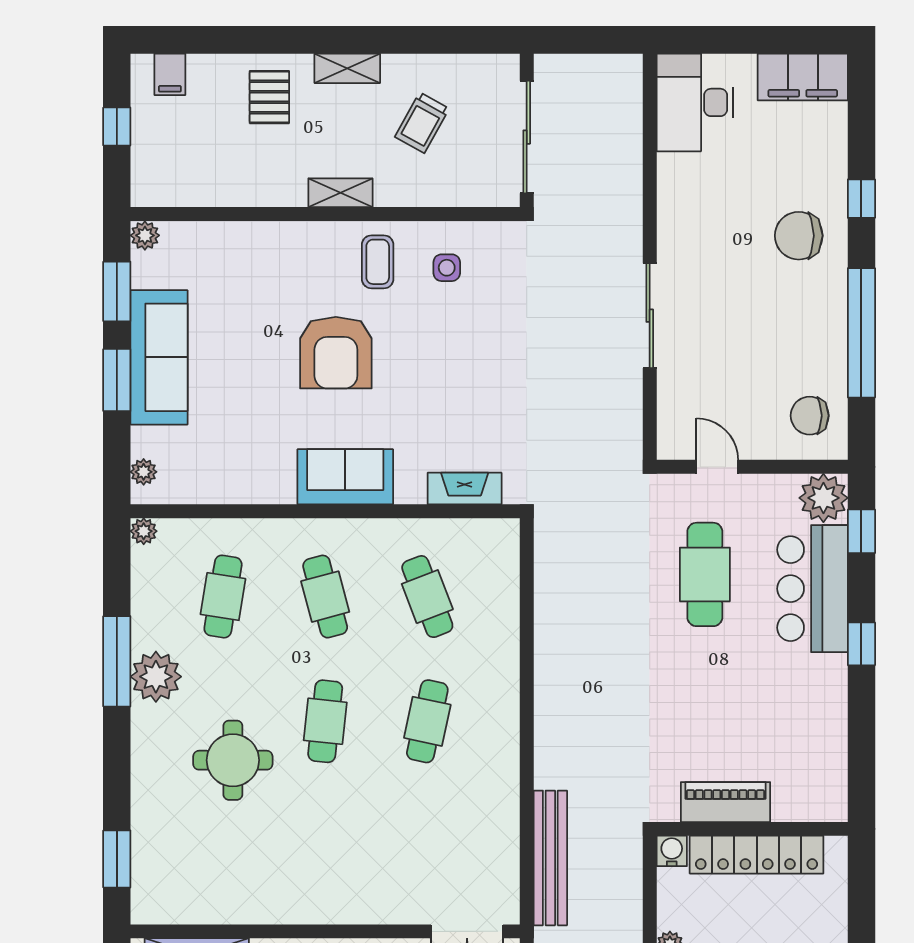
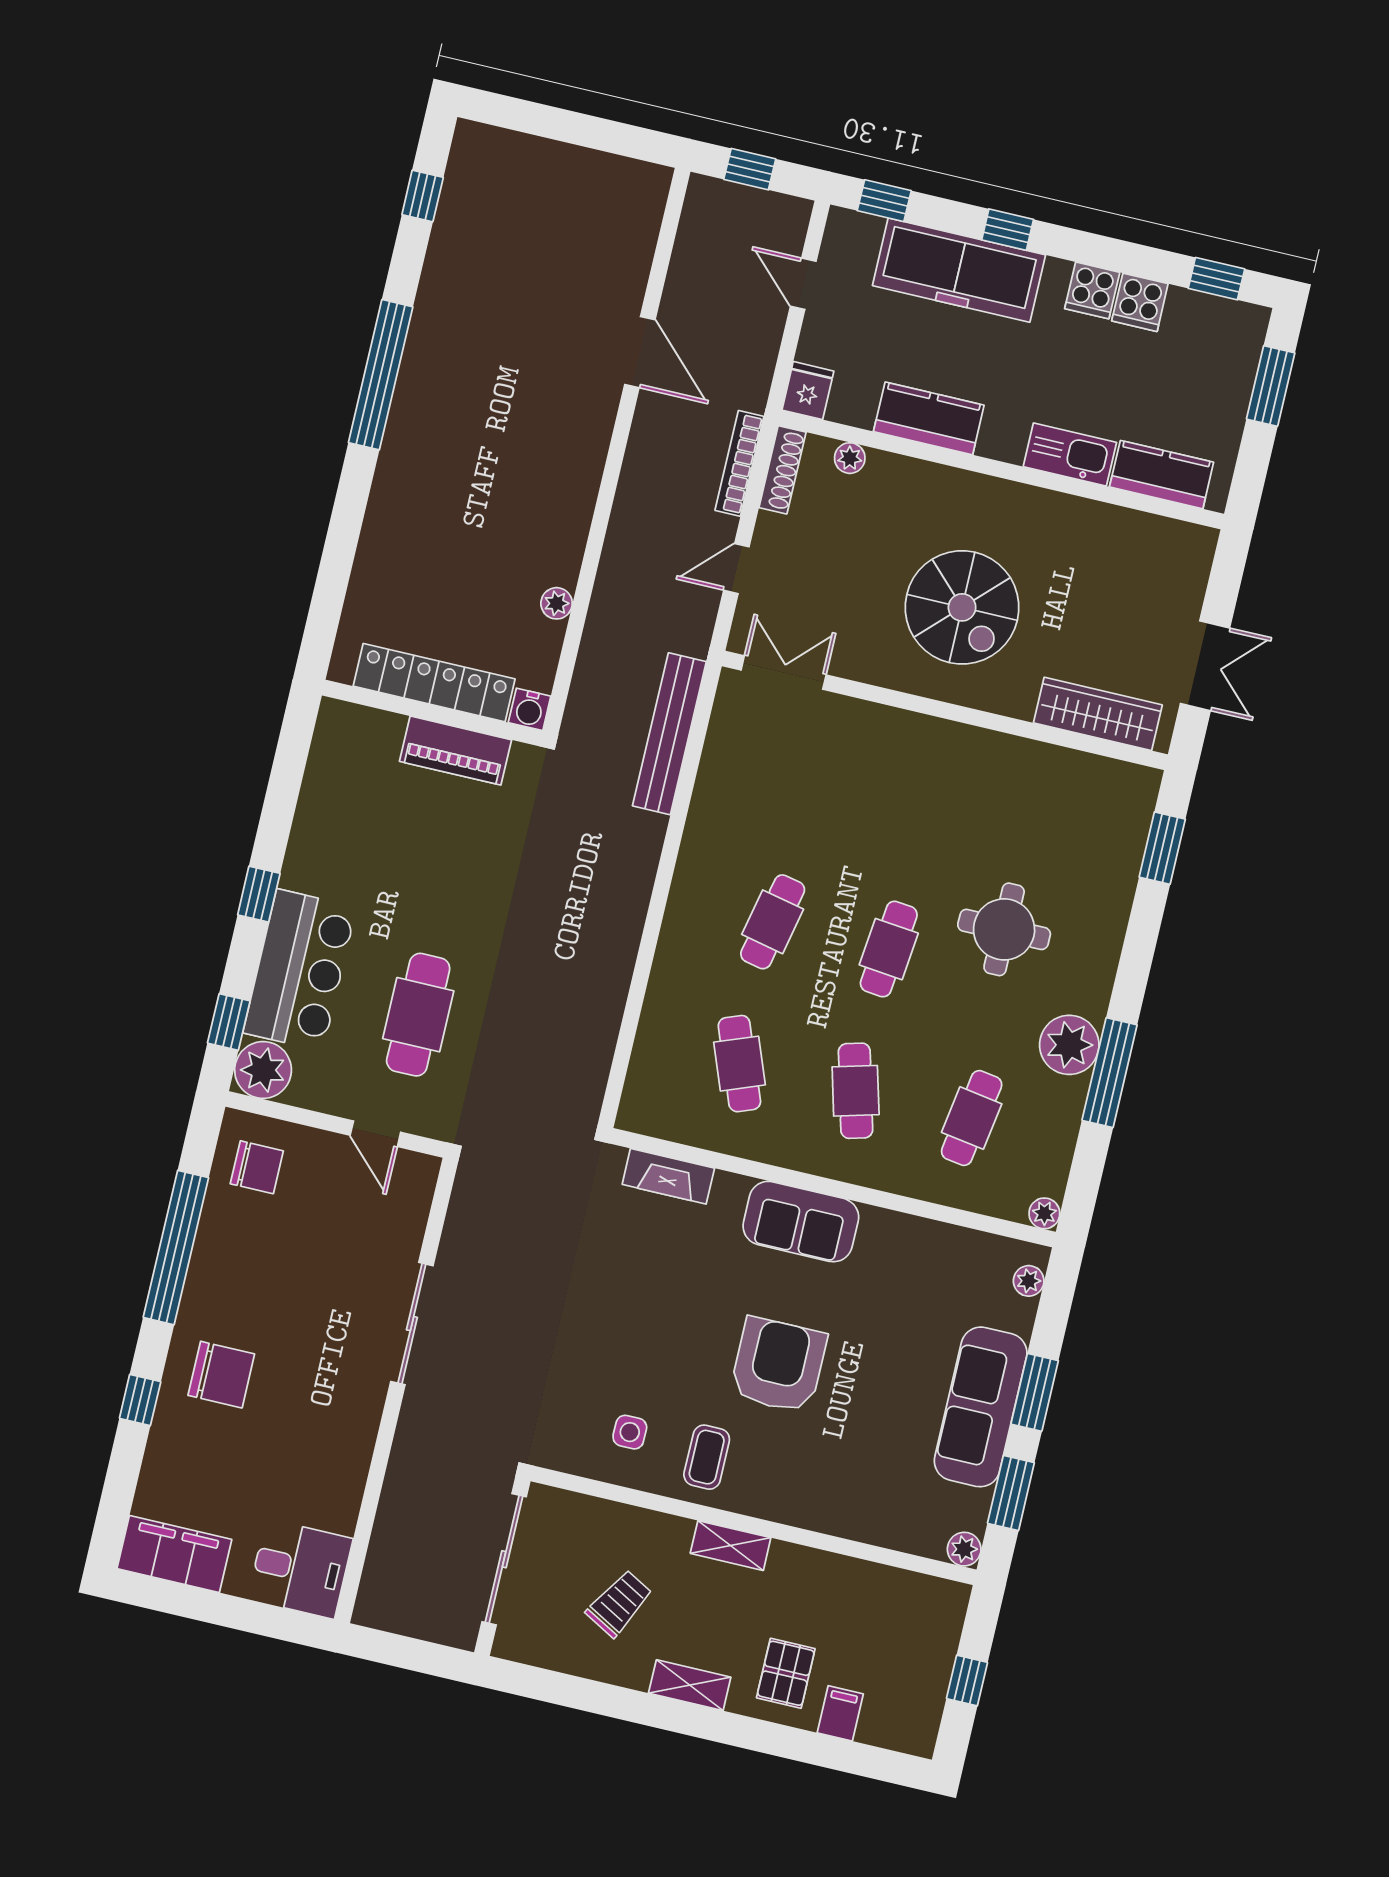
filing cabinet: (170, 74) -> (840, 1713), moved
desk: (695, 102) -> (300, 1569), width x0.73

